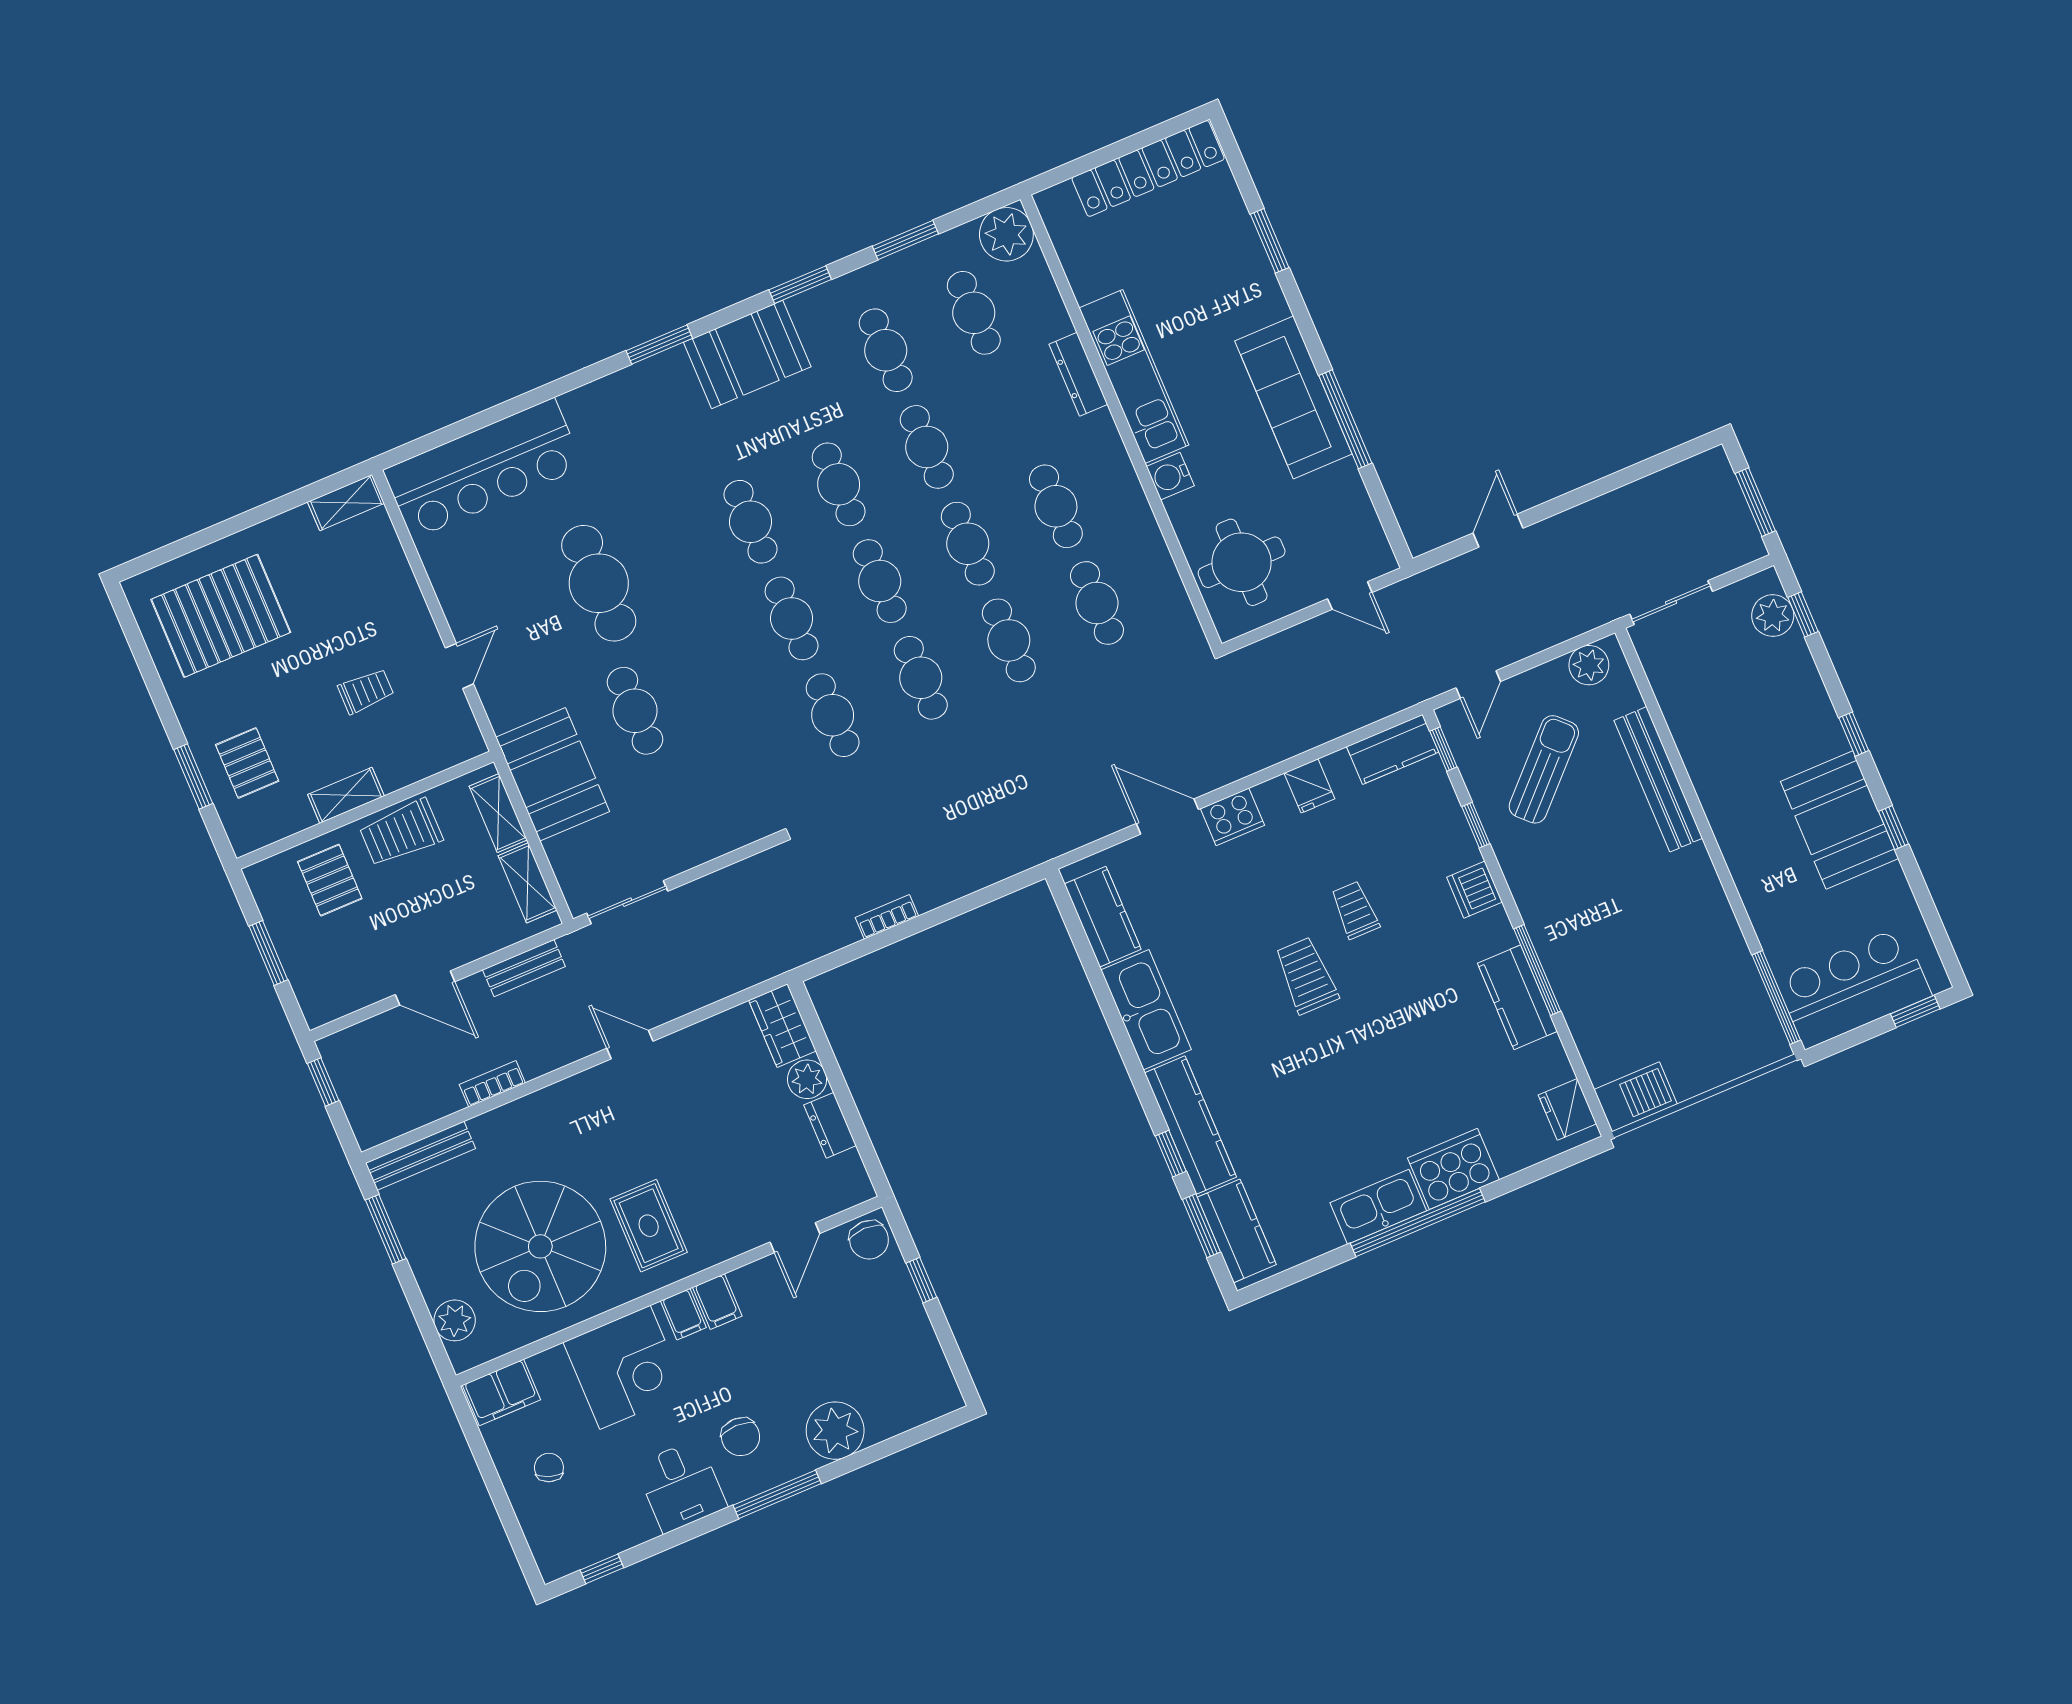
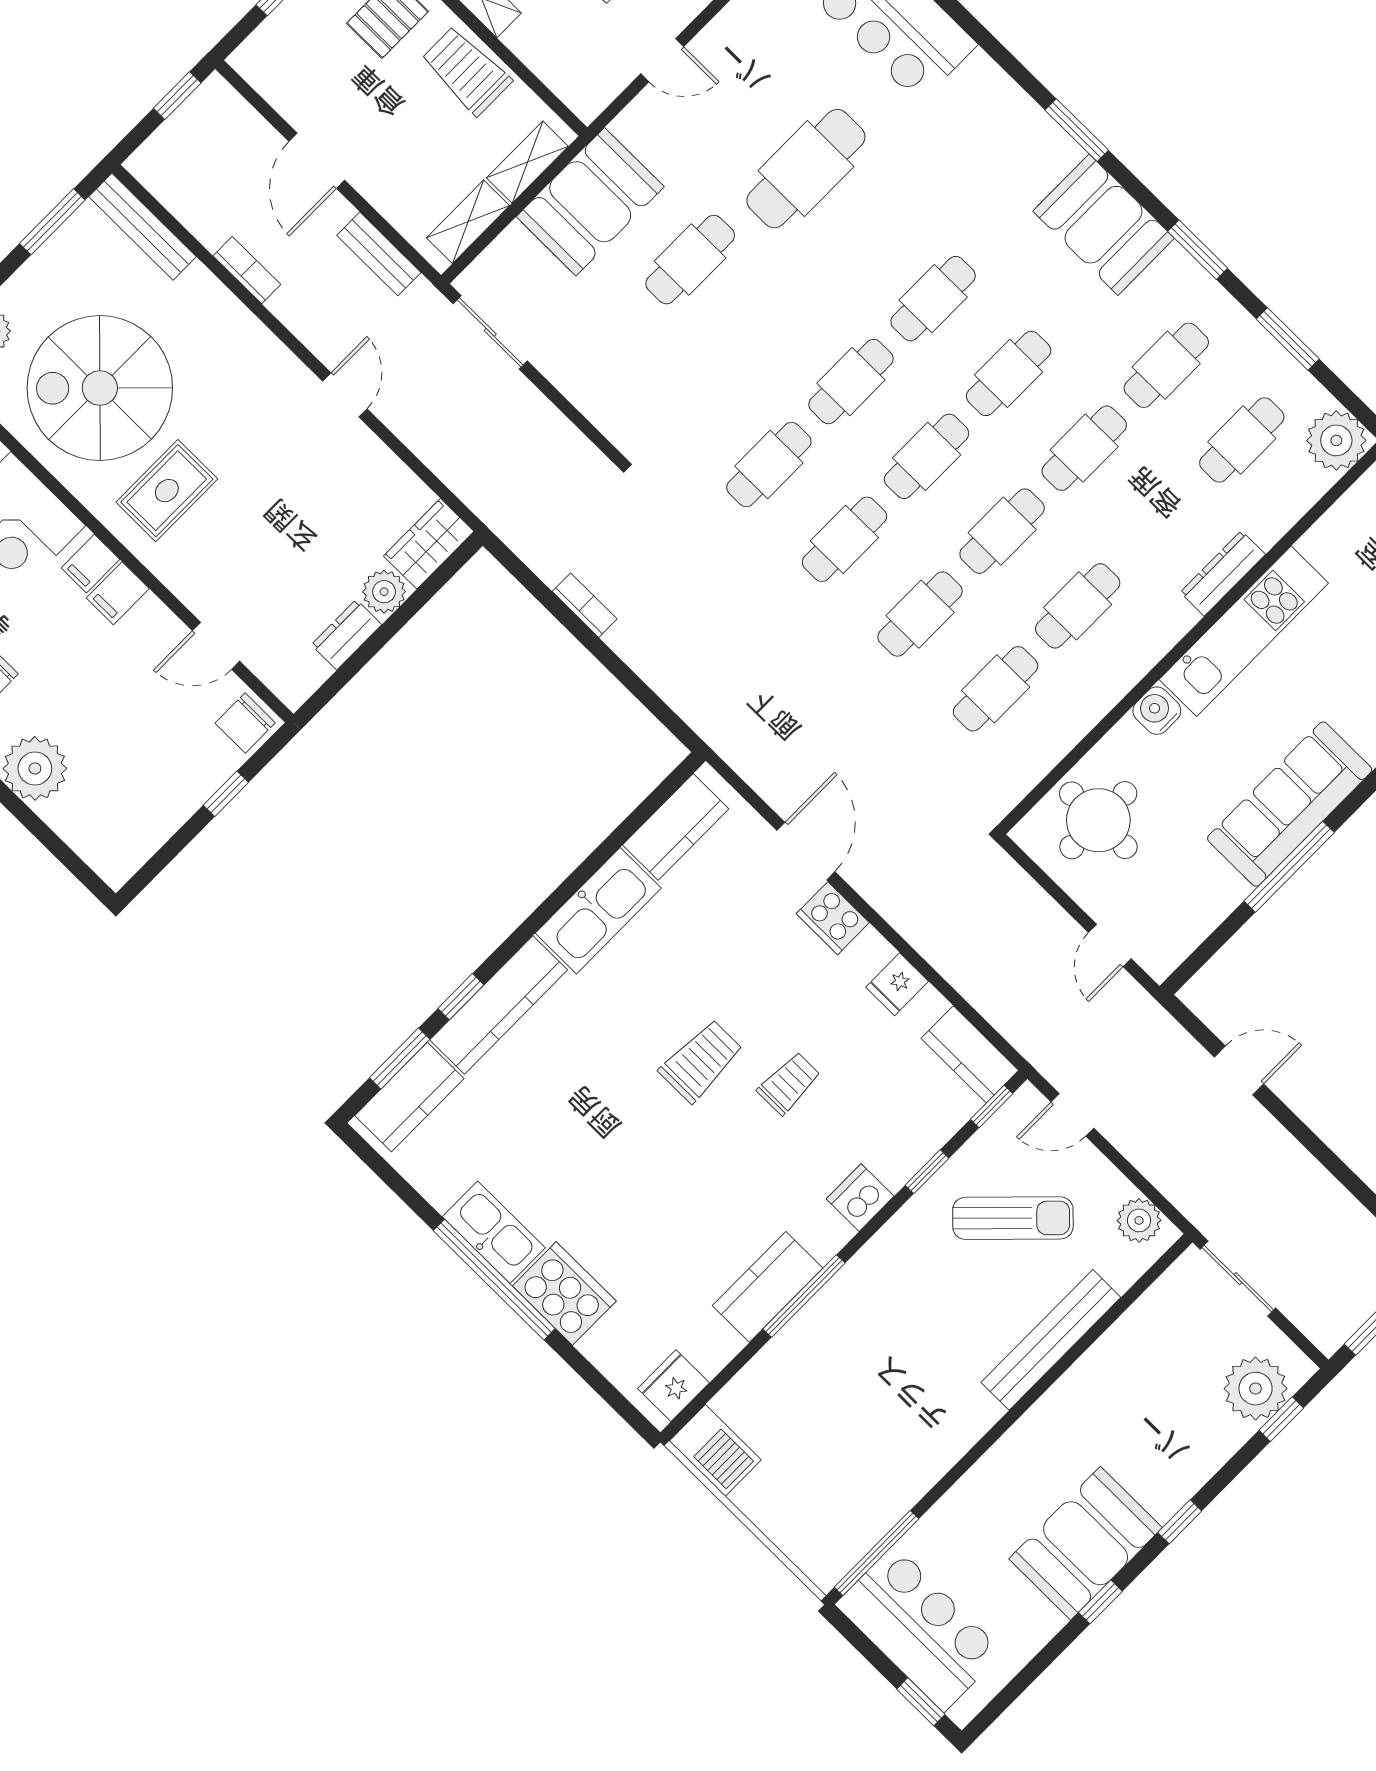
plant: (1773, 616) -> (1256, 1389), width x1.36, depth x1.36

